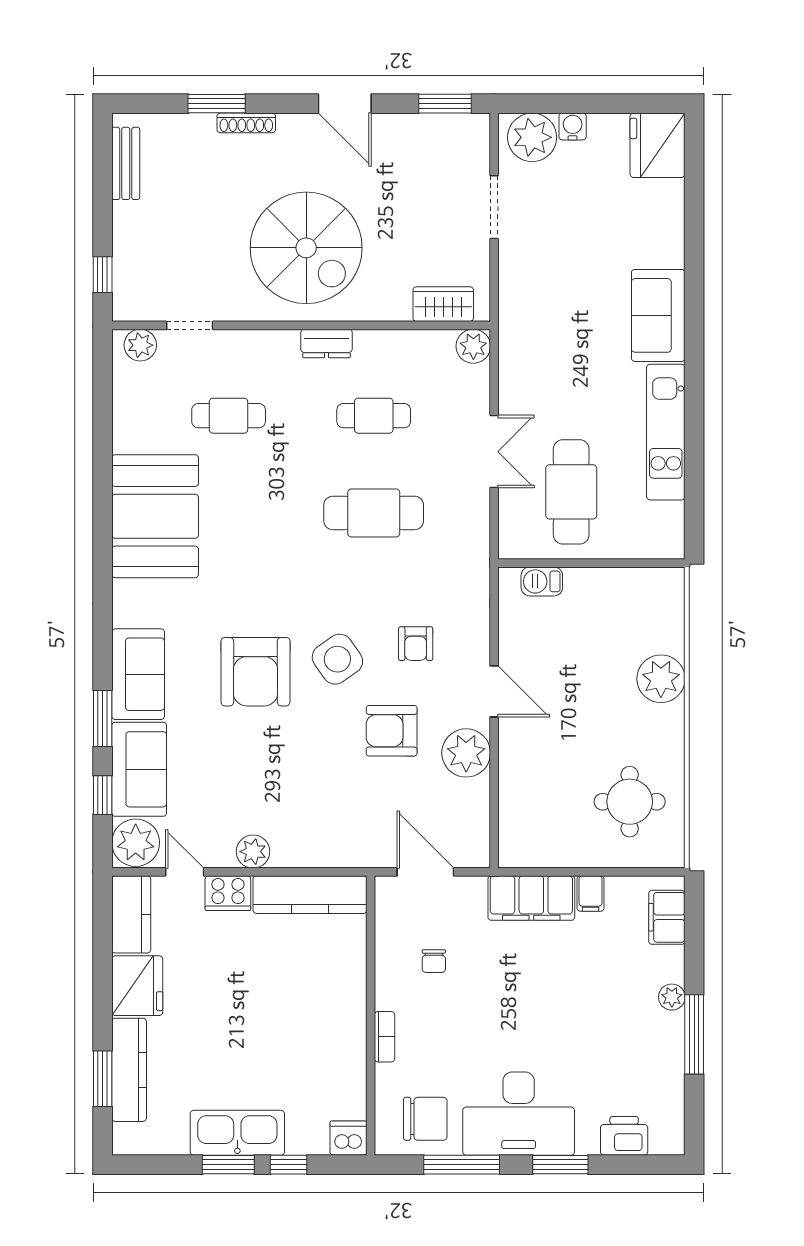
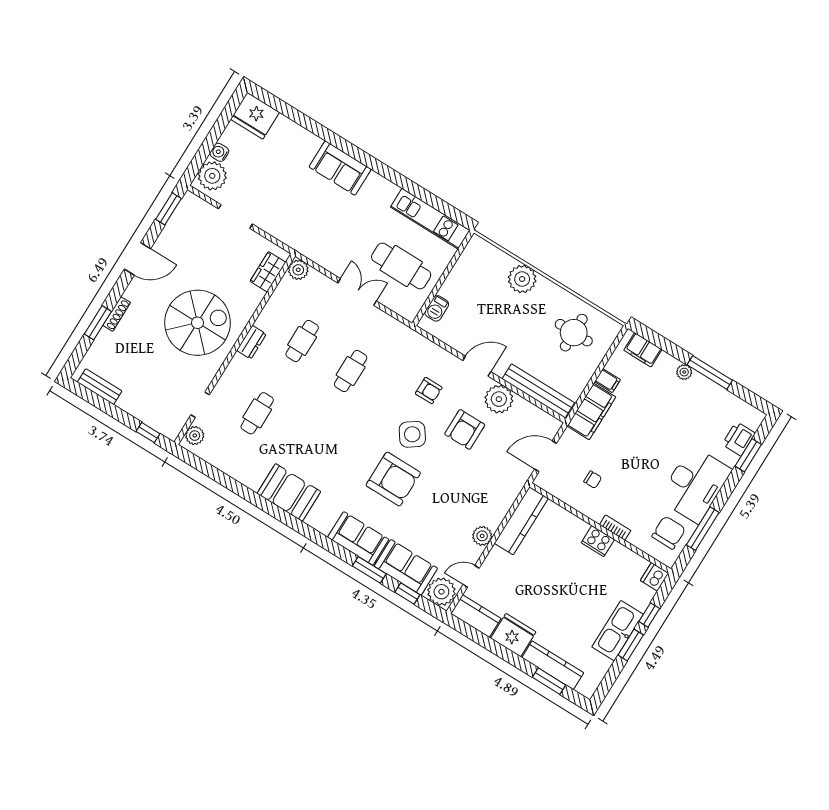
kitchen unit: (666, 432) -> (430, 219), moved
cafe table: (374, 513) -> (351, 371), width x0.73, depth x0.74
booth: (155, 516) -> (289, 493), width x0.73, depth x0.70
bench: (514, 803) -> (538, 391), added
cooker: (228, 893) -> (598, 541), moved, turned 90
window: (560, 1165) -> (748, 455), moved

